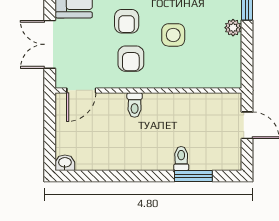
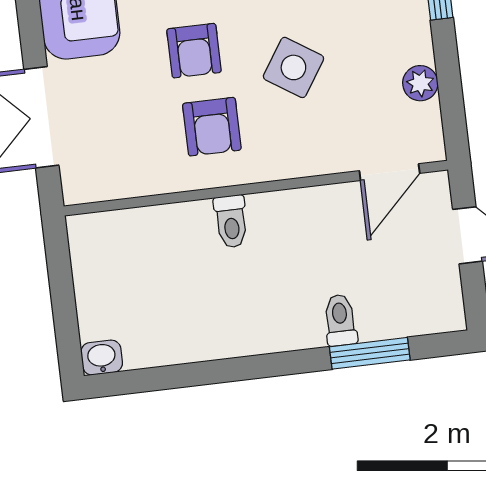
plant: (233, 28) -> (420, 83), moved
side table: (173, 35) -> (293, 67), turned 33
door: (81, 90) -> (390, 172), moved

